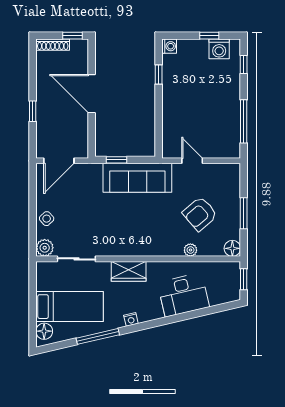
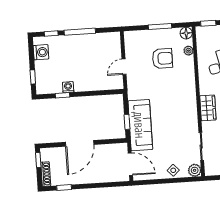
window: (209, 36) -> (33, 77), moved
washing machine: (169, 46) -> (68, 87), moved
window: (33, 111) -> (64, 188), moved
window: (244, 121) -> (80, 32), moved
sofa: (137, 178) -> (140, 125), moved
armchair: (200, 214) -> (162, 58), turned -49
plant: (190, 250) -> (188, 51), moved

